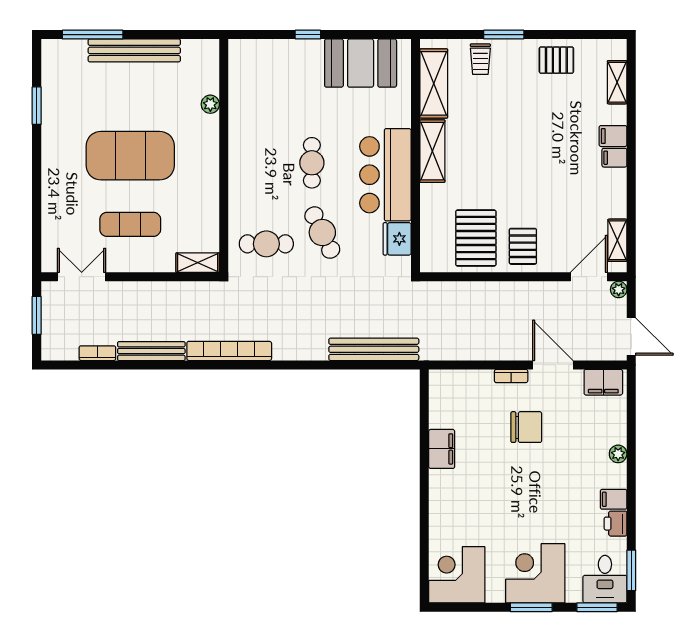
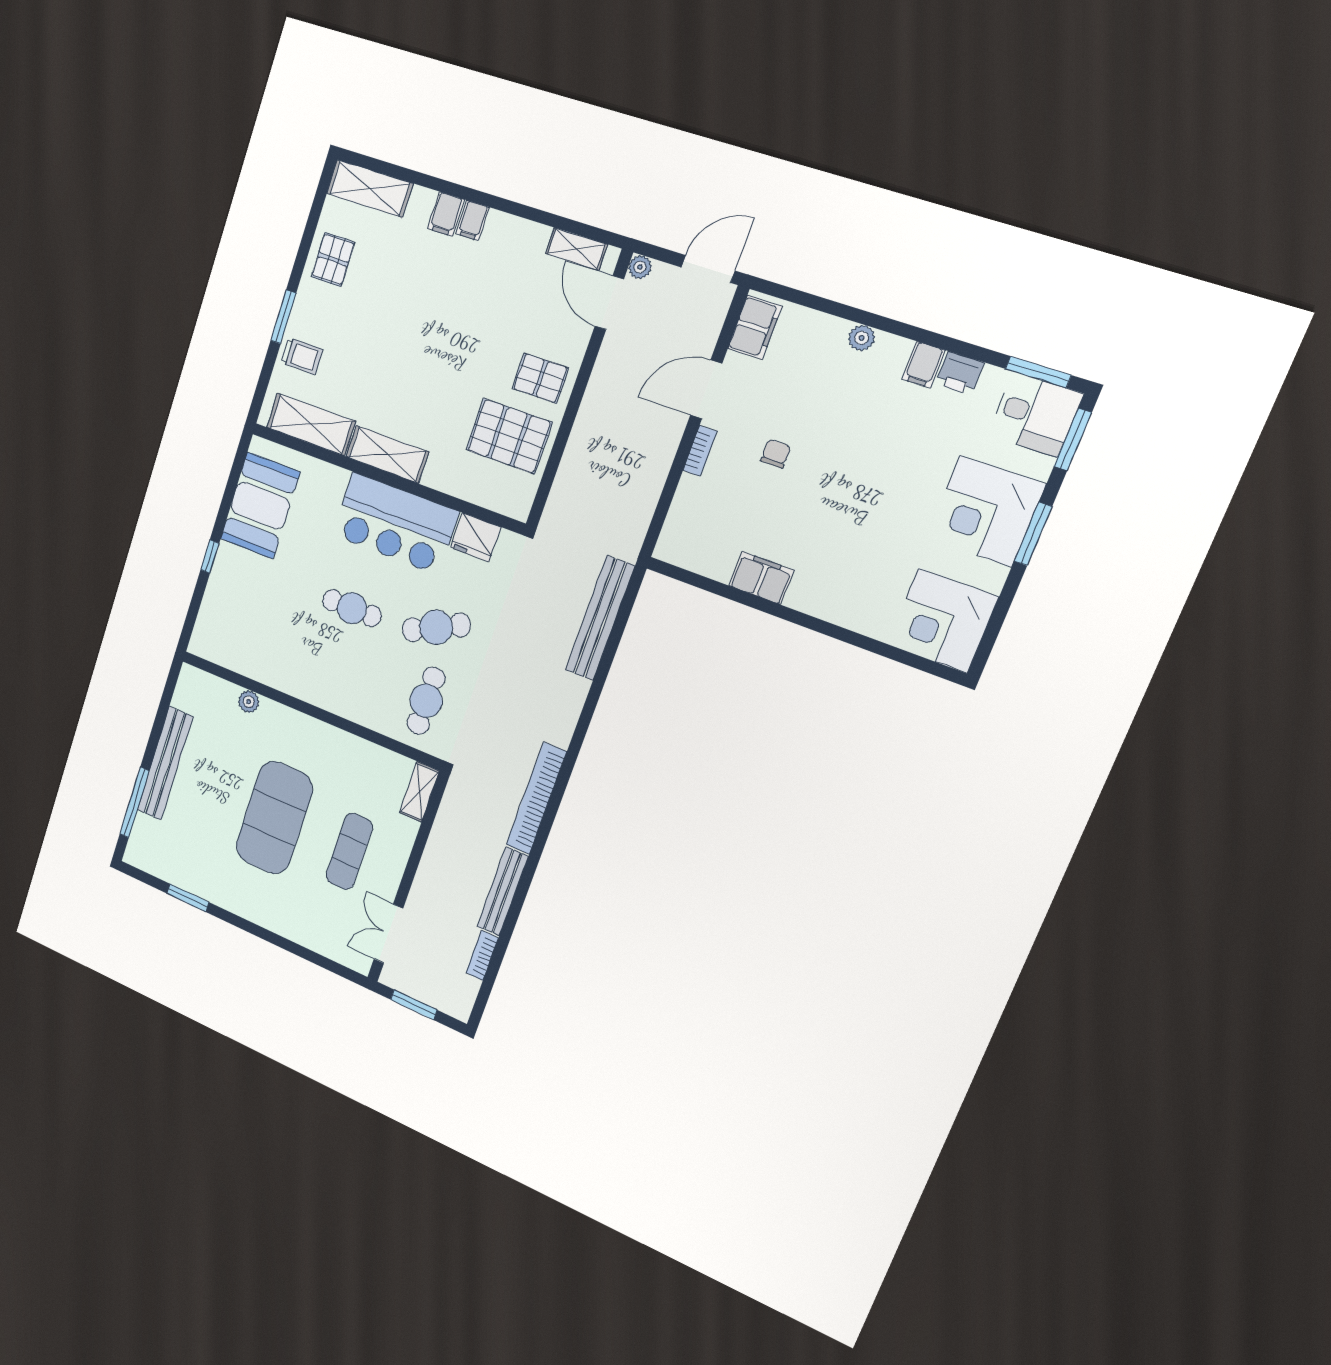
shelving: (617, 82) -> (370, 189), width x1.50, depth x1.33
chair: (526, 427) -> (776, 454), width x0.54, depth x0.54

